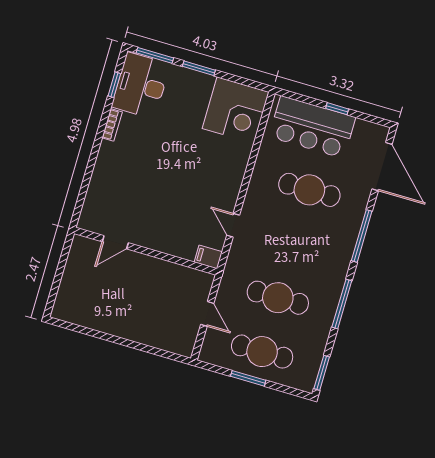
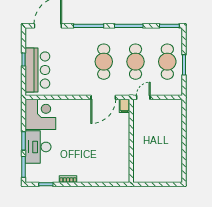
desk: (141, 85) -> (38, 147), moved, turned 90
cafe table: (309, 190) -> (104, 62), moved
door: (233, 225) -> (103, 97), width x1.87
door: (115, 242) -> (131, 159), removed
door: (207, 314) -> (143, 97), moved

